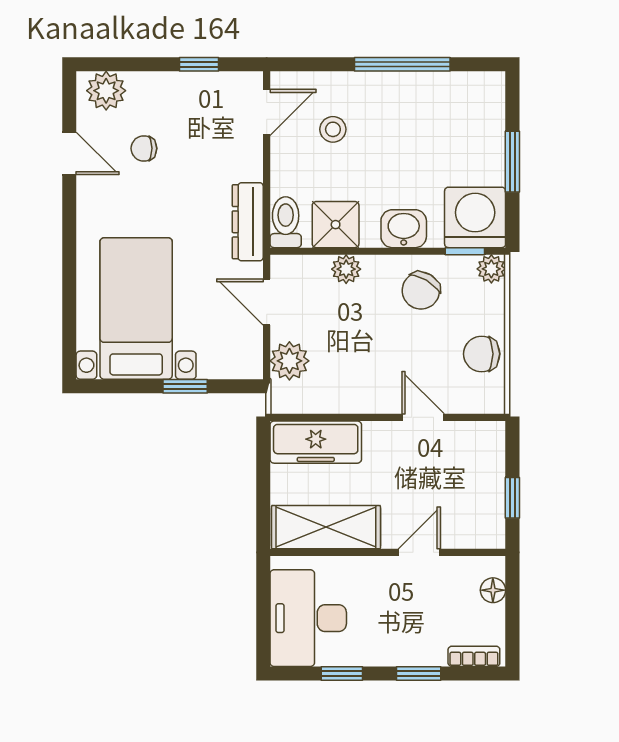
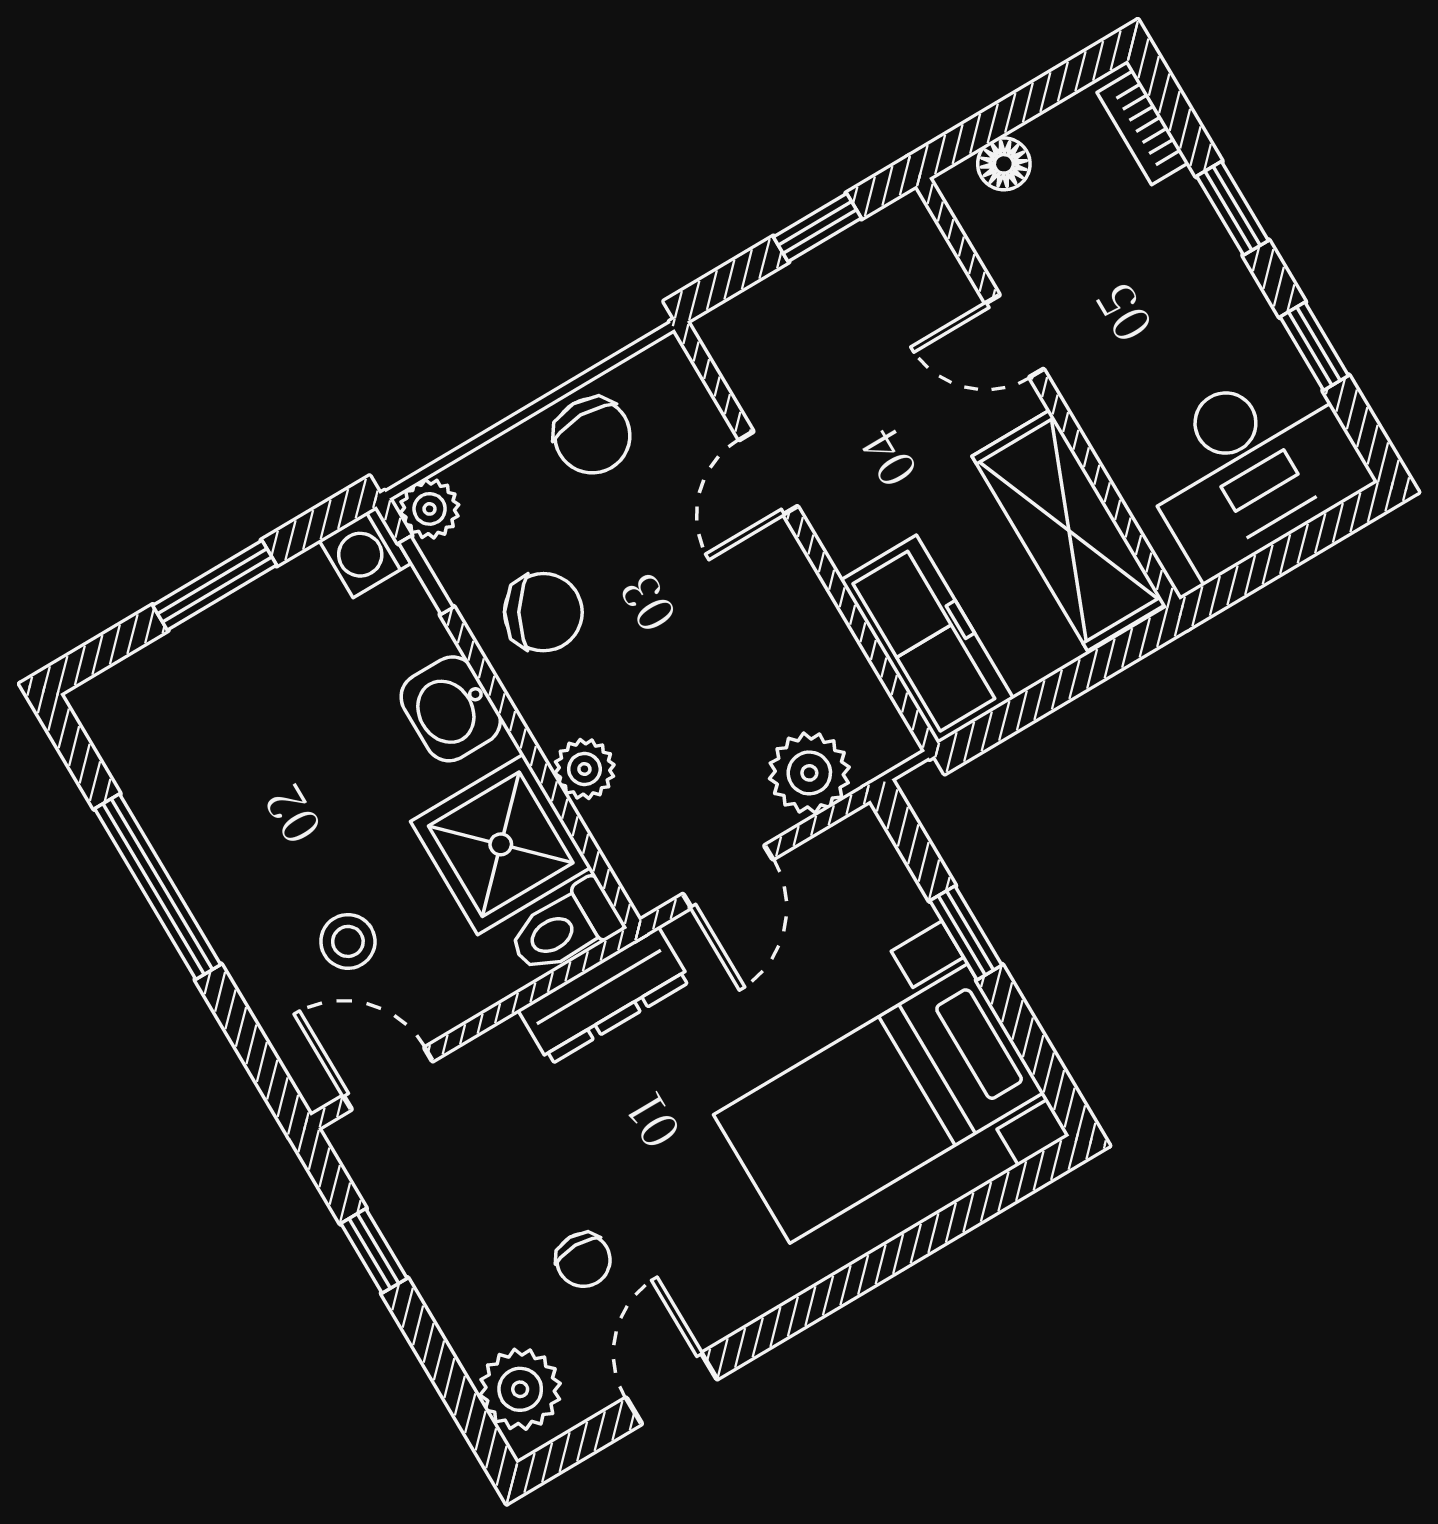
washing machine: (475, 217) -> (365, 552), width x0.53, depth x0.53
shower: (336, 225) -> (501, 844), width x1.36, depth x1.36

